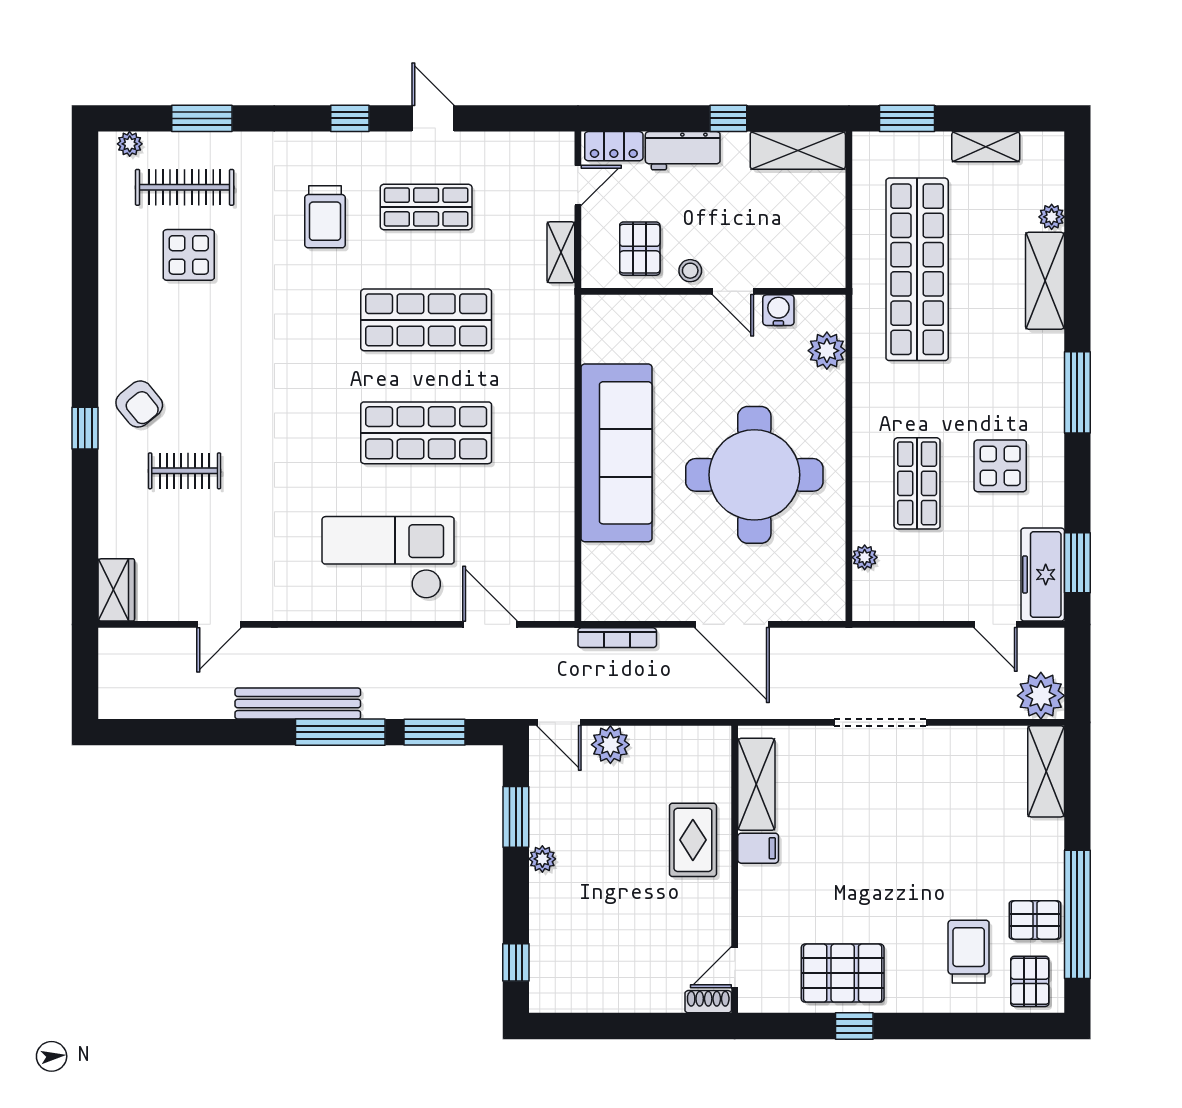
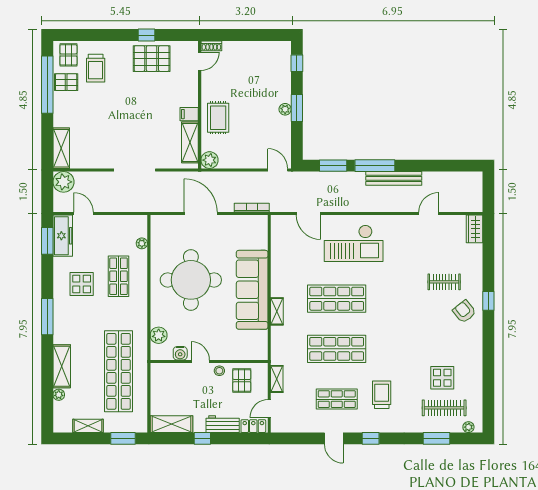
shelving: (561, 404) -> (277, 311), added
plant: (610, 745) -> (210, 160), moved
window: (516, 817) -> (297, 108), moved

